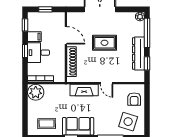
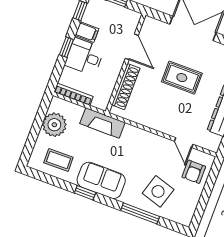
door: (107, 83) -> (184, 143), moved
fireplace: (84, 90) -> (102, 123), moved
plant: (36, 92) -> (54, 125), moved
side table: (128, 122) -> (158, 191), moved

